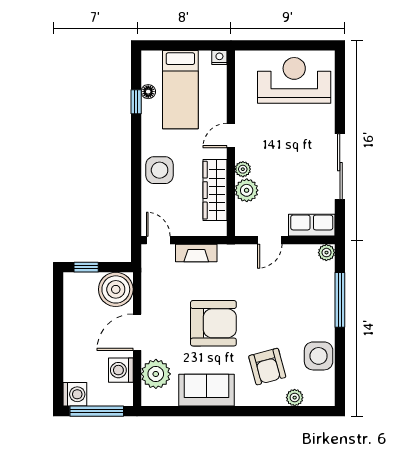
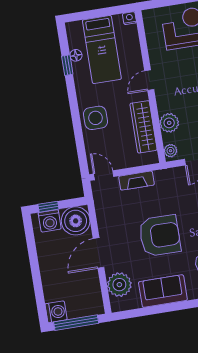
plant: (243, 169) -> (171, 151), moved
washing machine: (121, 370) -> (50, 221), moved, turned -90

